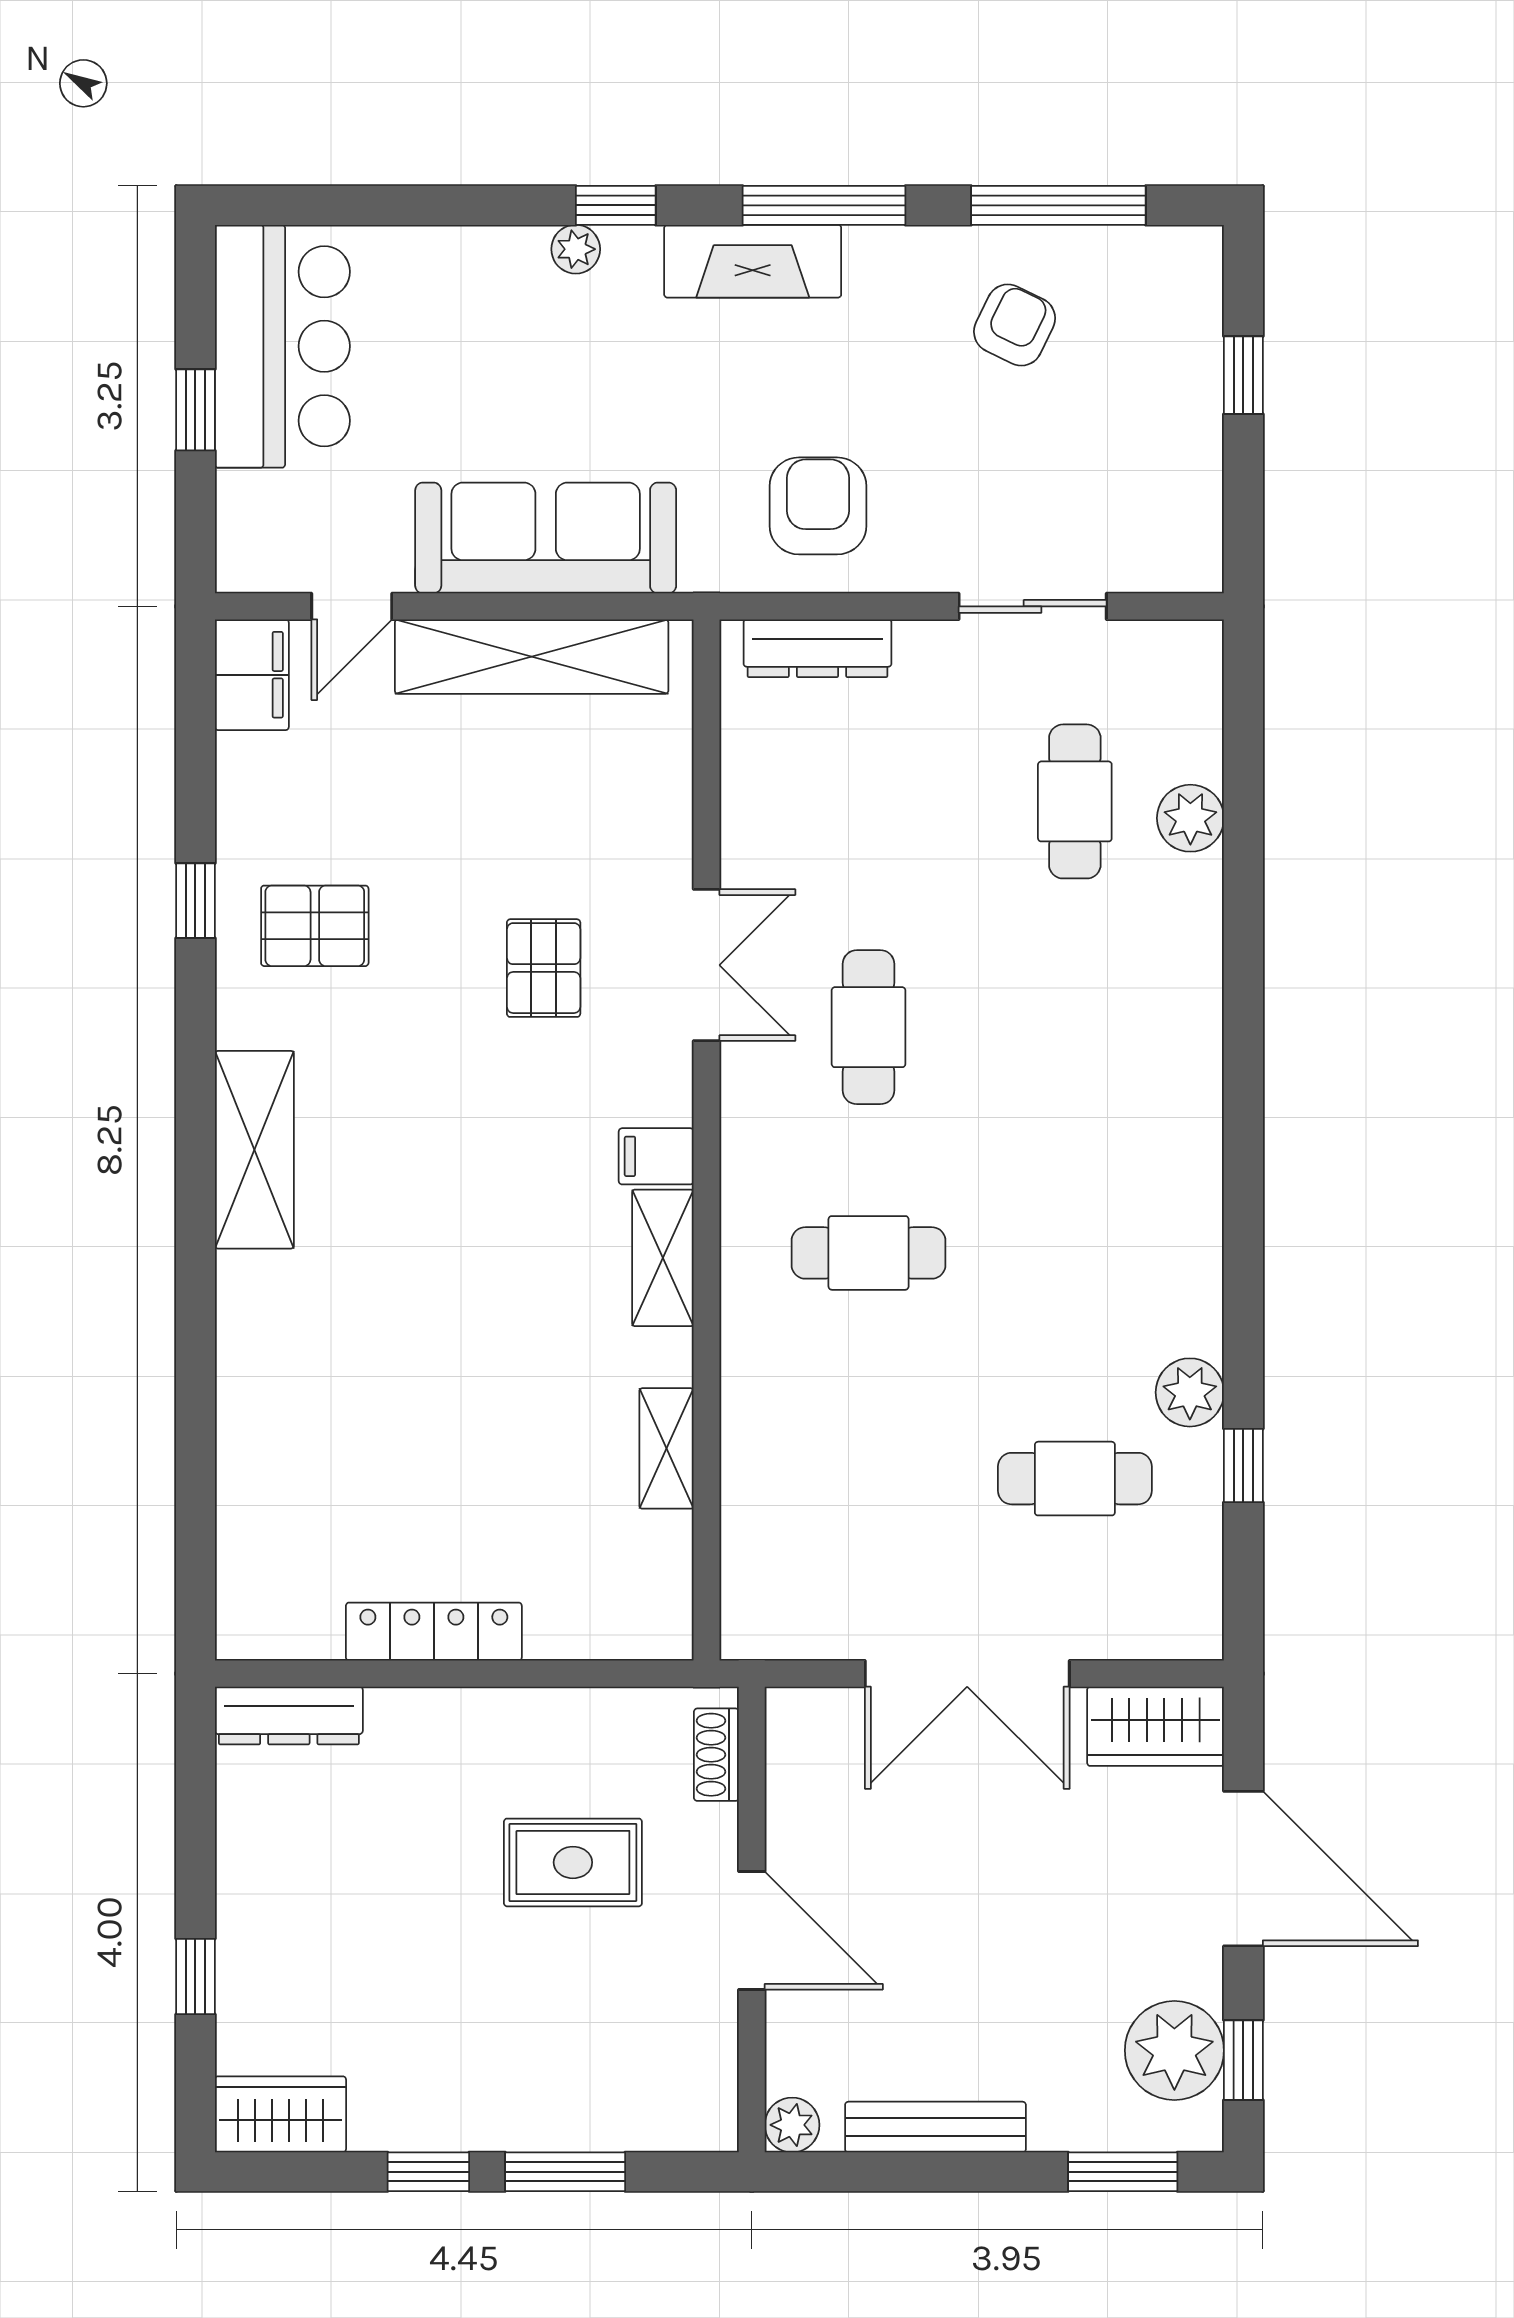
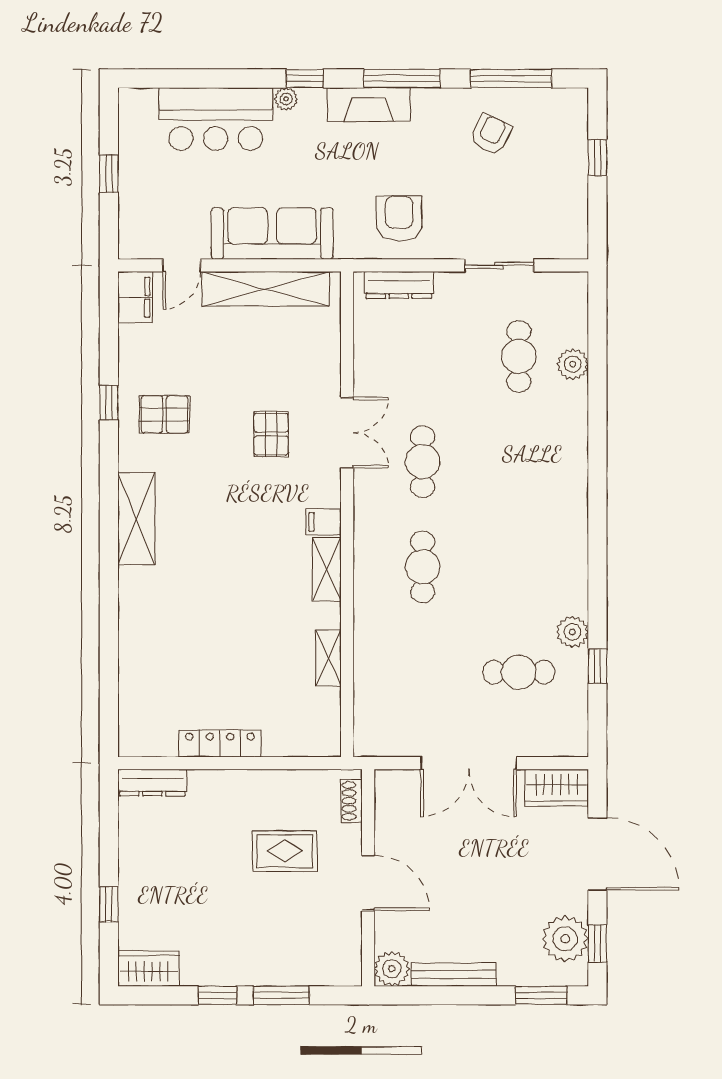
bar counter: (282, 346) -> (216, 119), moved, turned 90
cafe table: (869, 1253) -> (423, 567), turned 90
plant: (792, 2125) -> (392, 969), width x1.38, depth x1.38

